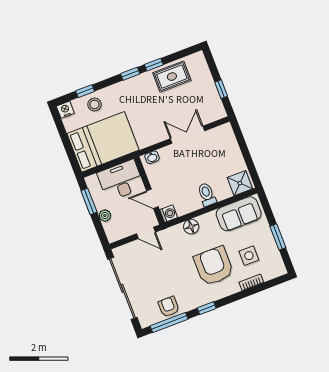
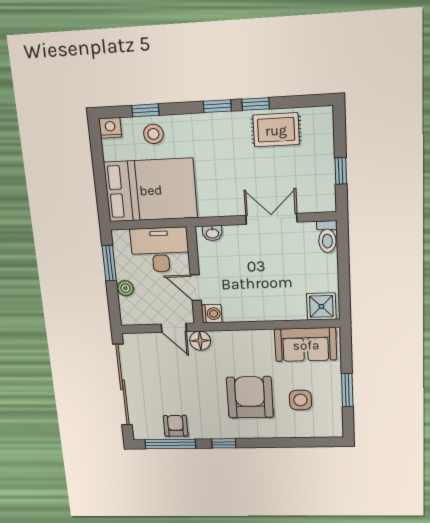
toilet: (207, 194) -> (327, 237), moved, turned 180
floor lamp: (191, 227) -> (200, 341), moved
bookcase: (251, 282) -> (292, 432), removed

